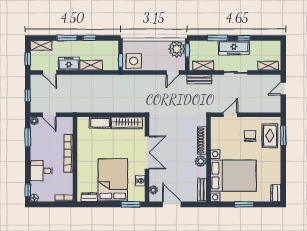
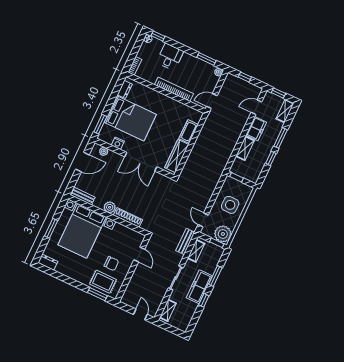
side table: (134, 61) -> (230, 205), moved
door: (49, 115) -> (212, 101), moved

